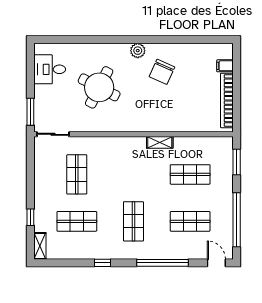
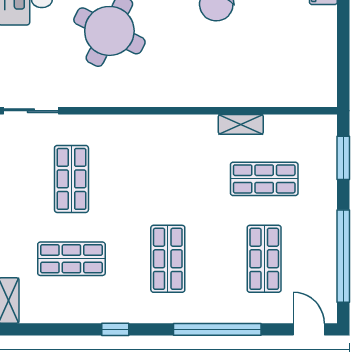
bookcase: (227, 100) -> (327, 53), removed
shelving: (160, 142) -> (241, 124), moved
shop shelf: (190, 221) -> (264, 259), turned 90

